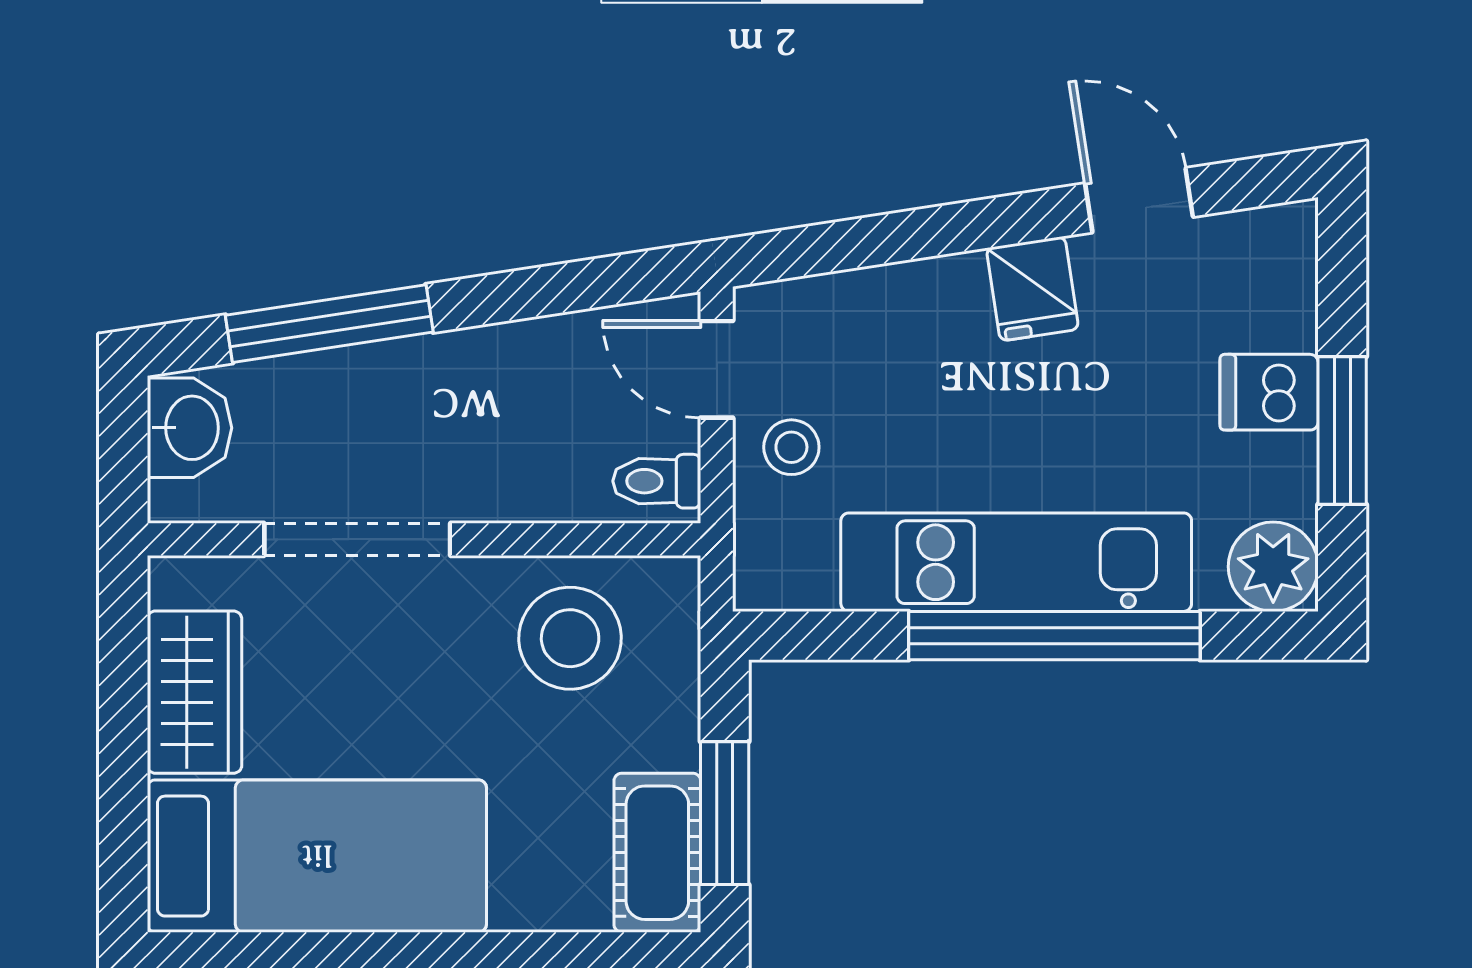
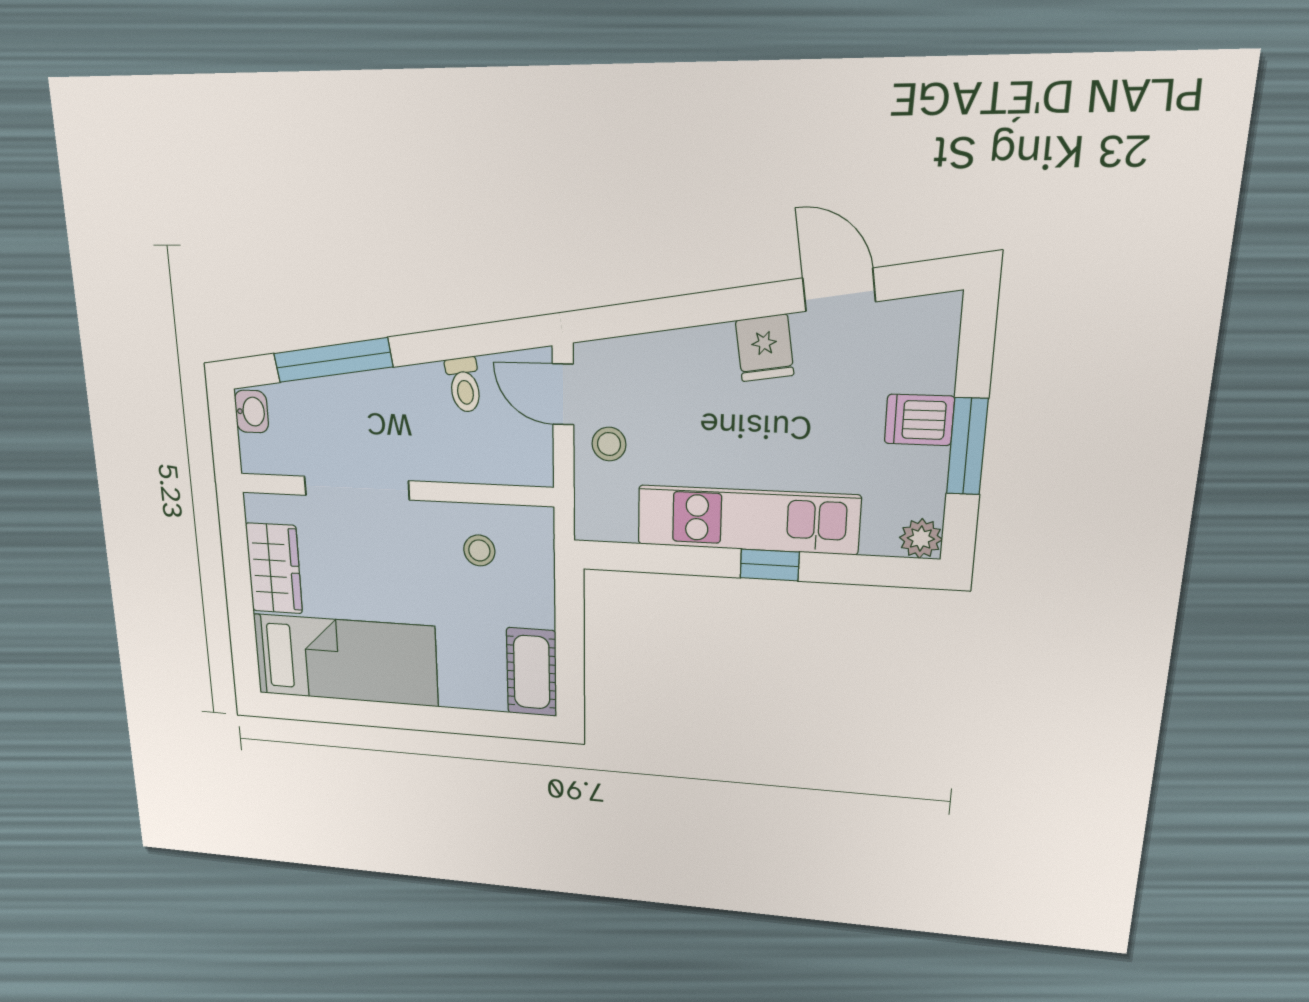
washbasin: (190, 428) -> (251, 412), width x0.72, depth x0.69
toilet: (657, 481) -> (464, 385), moved, turned -99
plant: (1273, 567) -> (921, 539), width x0.73, depth x0.73
window: (1054, 636) -> (770, 565), width x0.32
stool: (570, 638) -> (479, 550), width x0.53, depth x0.53
window: (725, 813) -> (570, 654), removed

